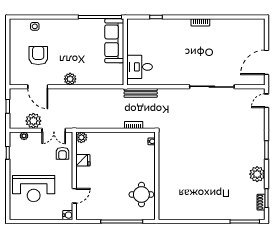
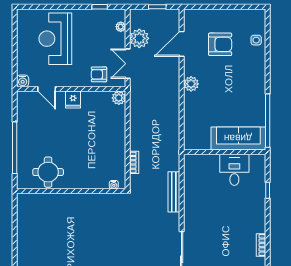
desk: (140, 67) -> (234, 170), moved
bench: (141, 93) -> (174, 192), moved
fridge: (83, 160) -> (73, 100), moved

